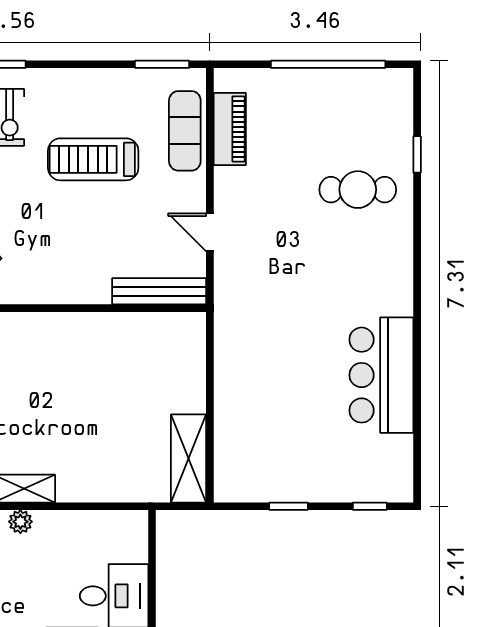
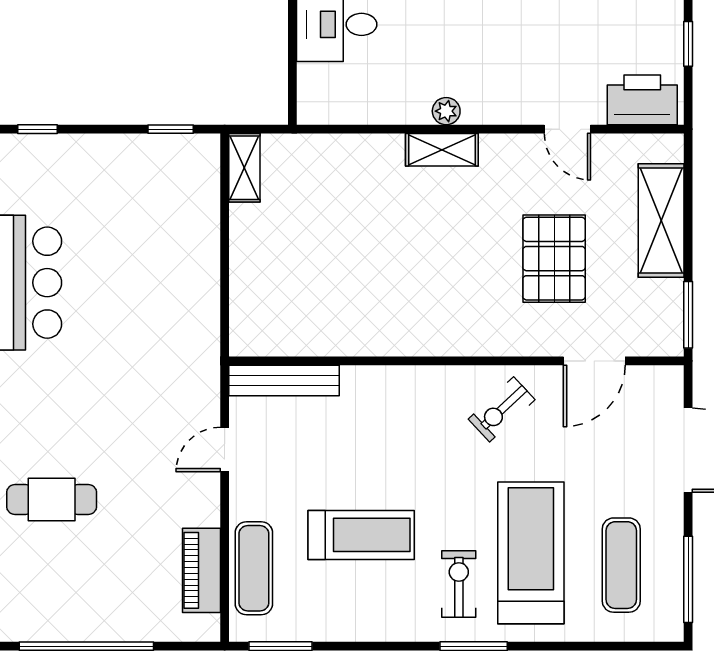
door: (210, 232) -> (225, 450), swing flipped
shelving: (189, 459) -> (244, 168), width x0.67, depth x0.75
window: (288, 506) -> (171, 129), moved

